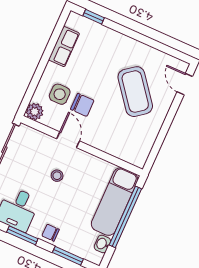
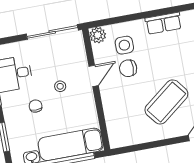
chair: (82, 105) -> (128, 68), turned 90
chair: (51, 233) -> (36, 106), moved

